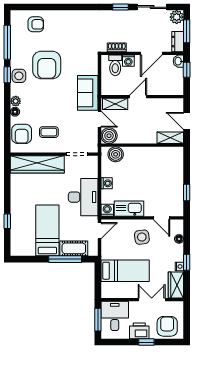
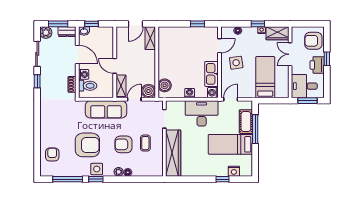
sofa: (88, 93) -> (106, 109), width x1.36
armchair: (22, 134) -> (123, 144), moved, turned 180
door: (100, 231) -> (231, 99), hinge flipped
nightstand: (16, 234) -> (234, 171), added

